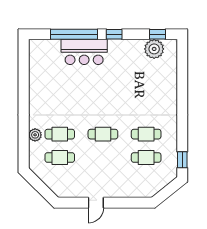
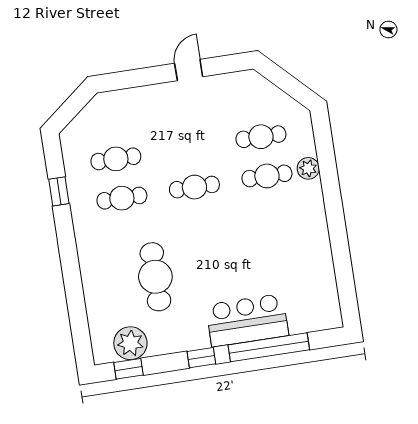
cafe table: (134, 85) -> (155, 277), added
window: (182, 160) -> (59, 191), moved

